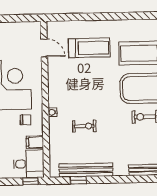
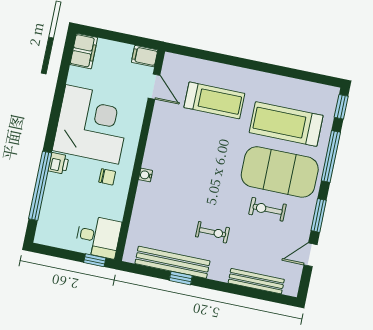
exercise bike: (84, 126) -> (212, 232), moved
filing cabinet: (35, 142) -> (145, 56), moved
window: (78, 180) -> (181, 278), moved

